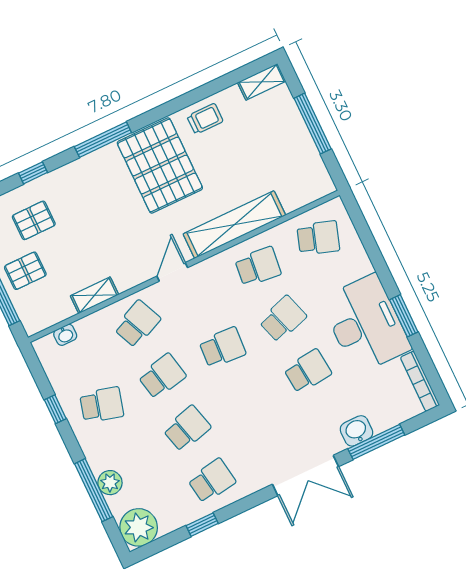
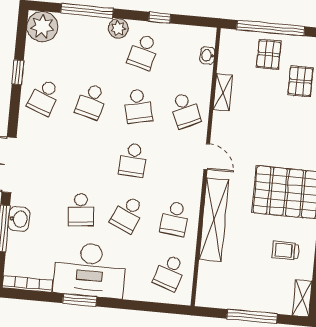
trolley: (205, 119) -> (285, 251), moved, turned 90
school desk: (283, 319) -> (128, 214), turned 42
school desk: (187, 428) -> (91, 102), turned 30
school desk: (212, 481) -> (44, 97), turned 30
plant: (110, 483) -> (118, 28), moved

